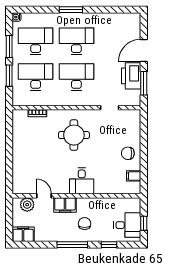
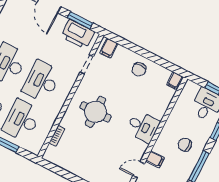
printer: (131, 76) -> (78, 34), moved
filing cabinet: (133, 119) -> (109, 48), added
filing cabinet: (134, 176) -> (175, 81), moved
filing cabinet: (65, 205) -> (155, 159), width x0.50

